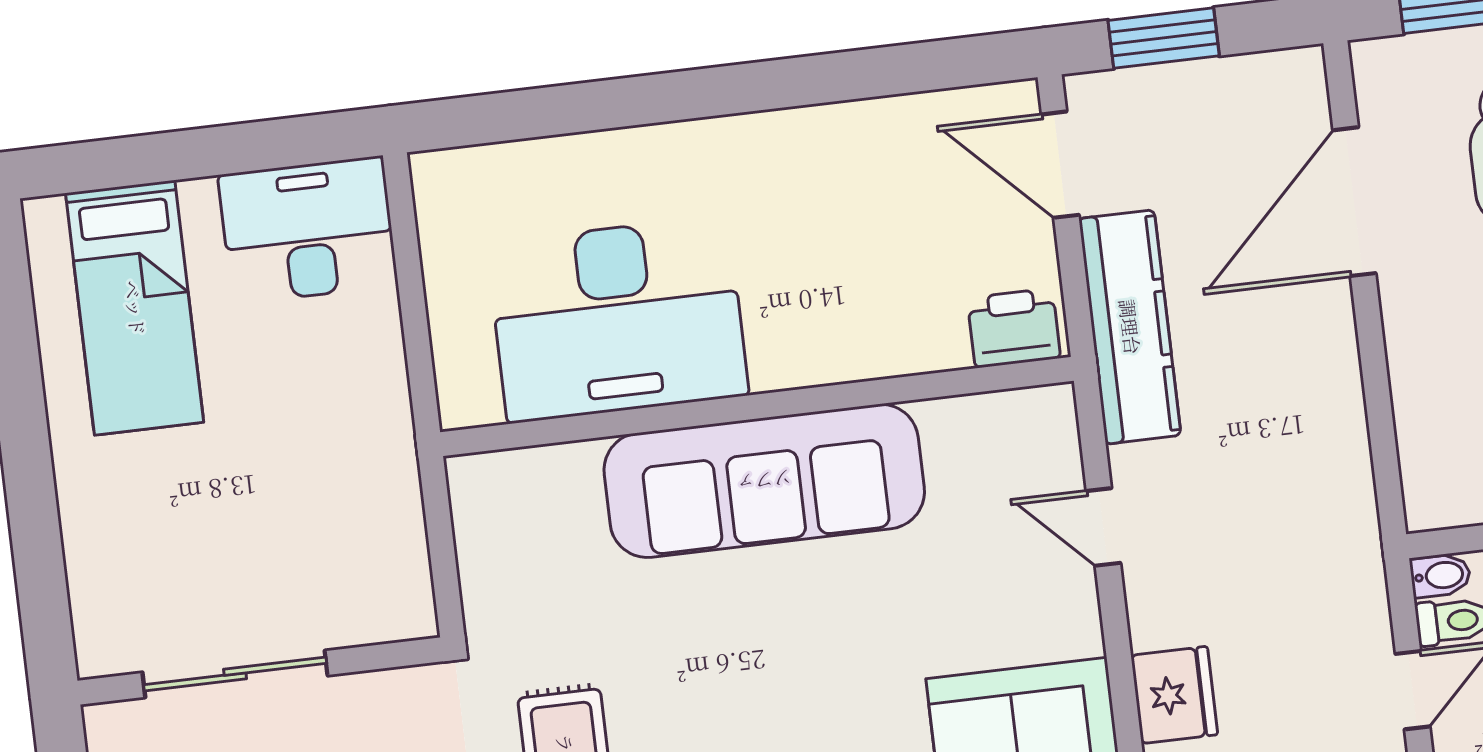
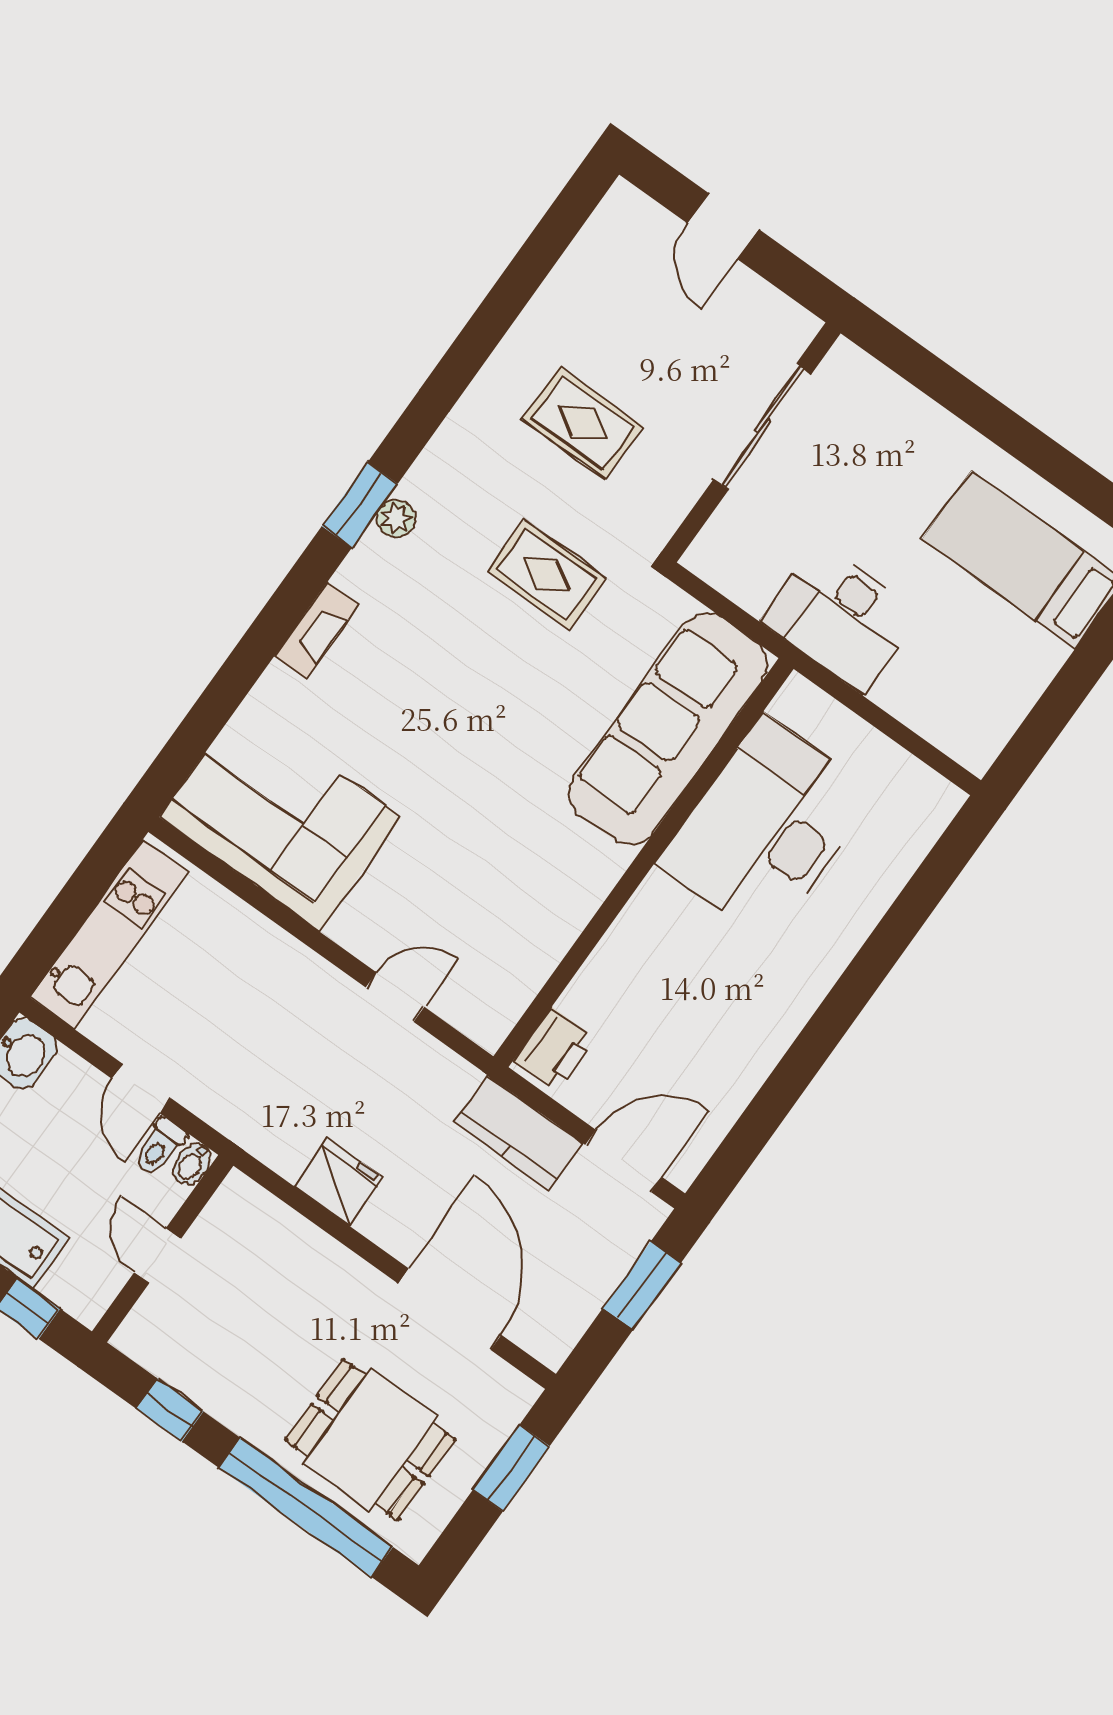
desk: (308, 230) -> (841, 618), moved, turned 90
kitchen counter: (1130, 327) -> (519, 1133), width x0.67
sofa: (764, 481) -> (668, 729), moved
fridge: (1174, 695) -> (339, 1182), moved, turned 180

